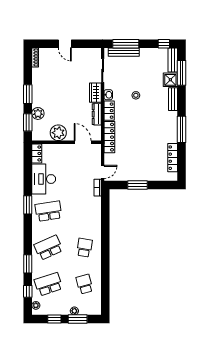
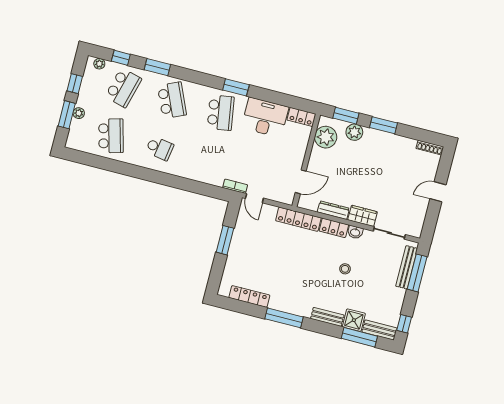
plant: (58, 133) -> (326, 137), moved
school desk: (48, 284) -> (123, 88), turned 33
school desk: (84, 284) -> (111, 136), width x1.85

